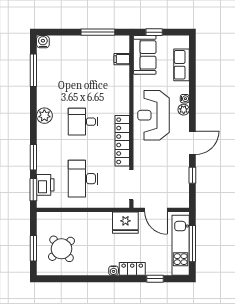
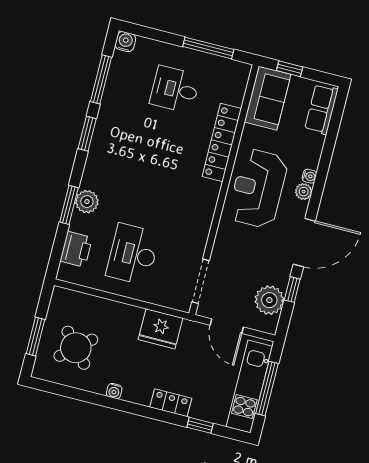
filing cabinet: (122, 59) -> (233, 96), removed
row of seats: (181, 65) -> (321, 109), moved
plant: (44, 116) -> (87, 202), moved
desk: (83, 122) -> (175, 89), moved
locker: (122, 141) -> (222, 142), moved
door: (192, 143) -> (304, 243), width x1.36
plant: (179, 186) -> (269, 300), added
window: (33, 190) -> (87, 134), moved
fridge: (125, 223) -> (160, 329), moved
water cooler: (114, 271) -> (114, 391), moved

